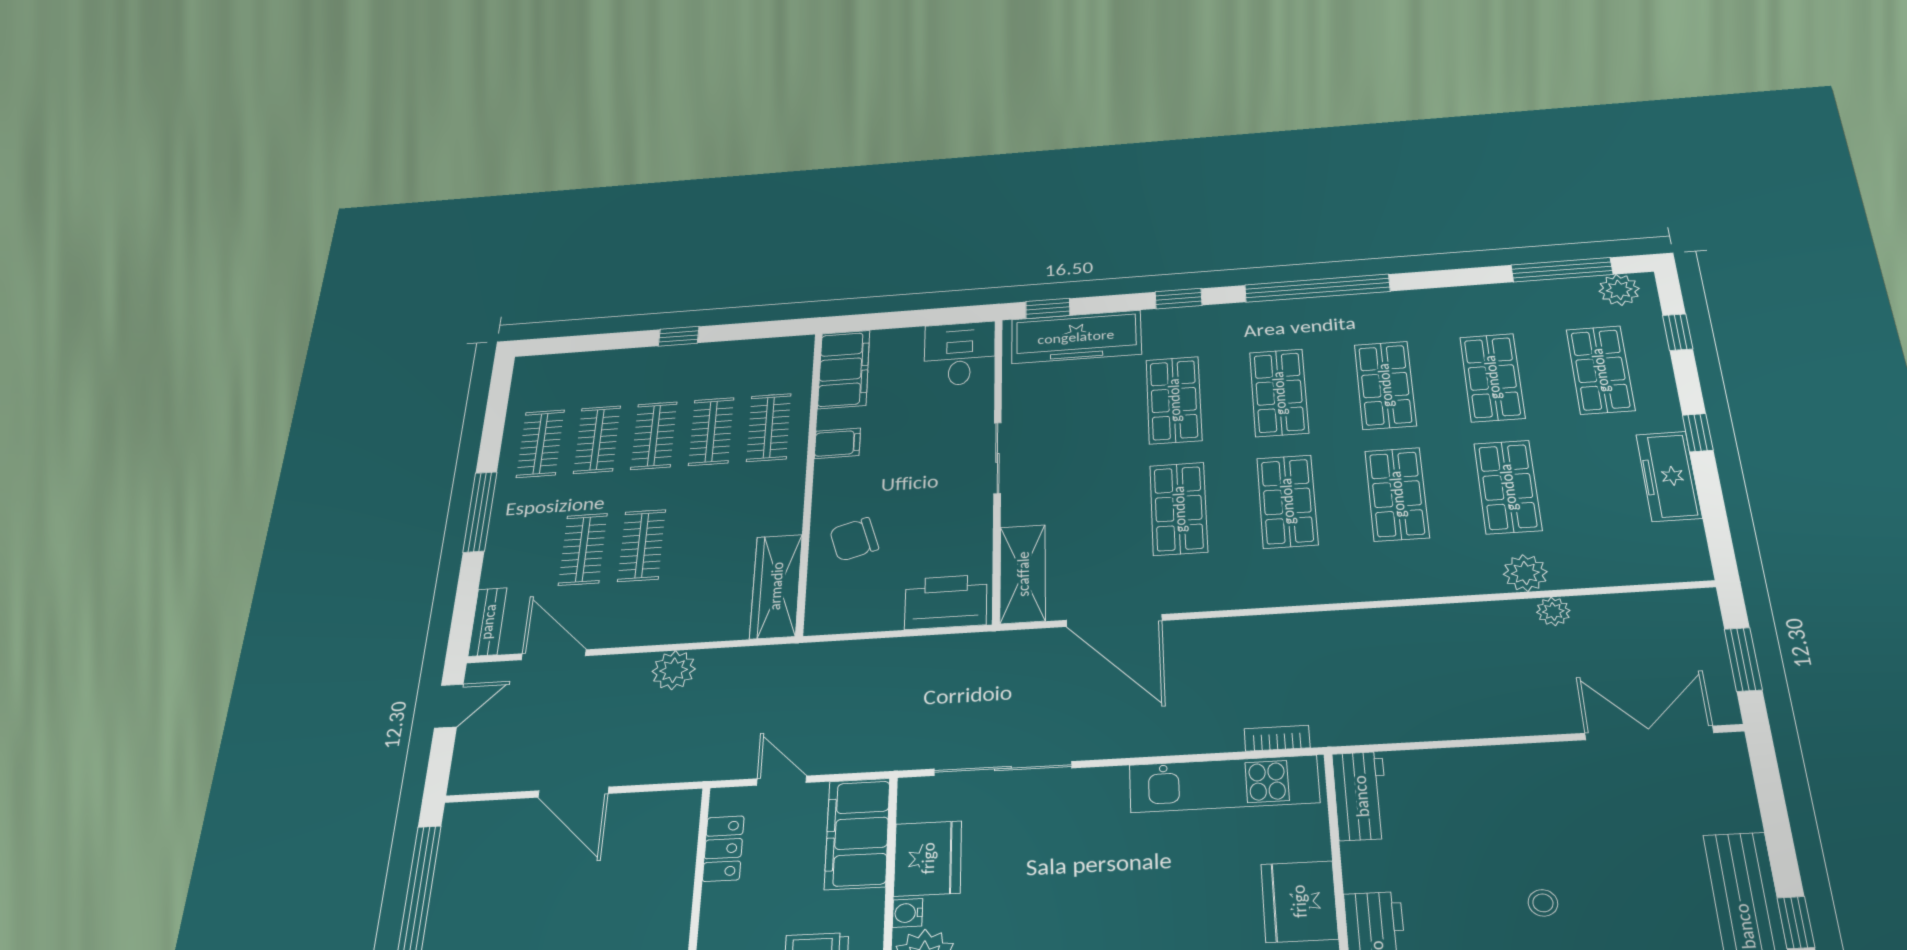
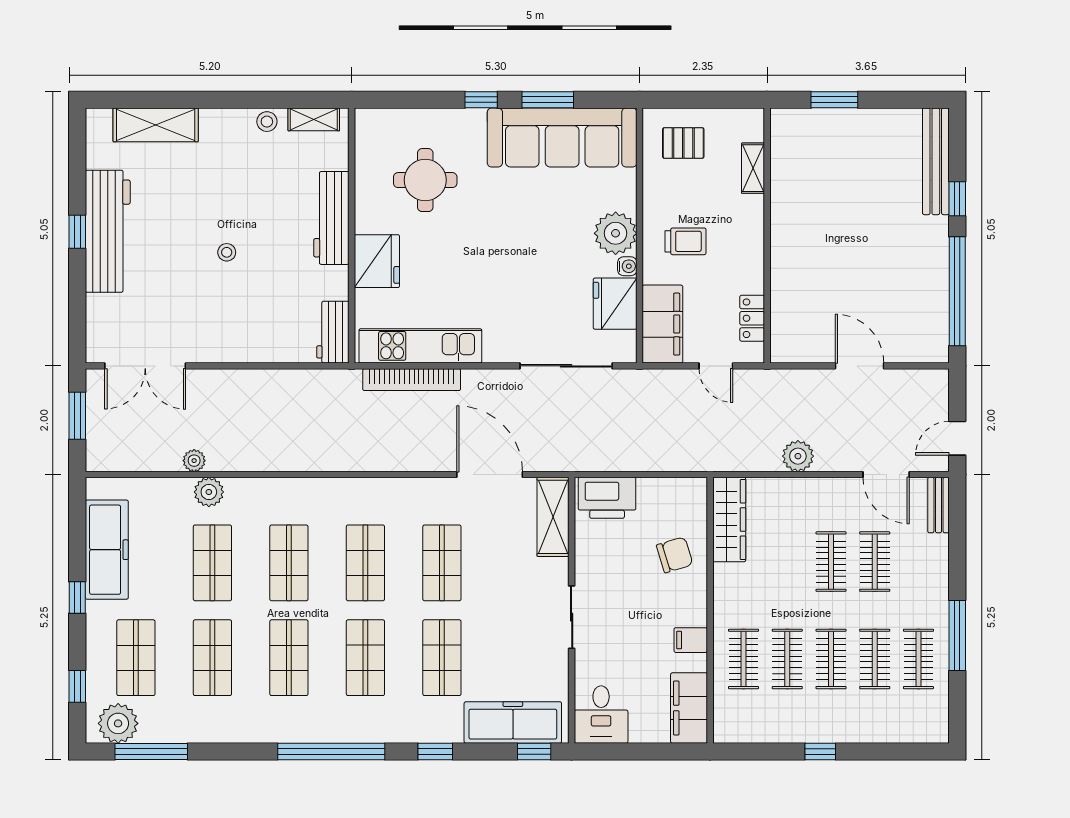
plant: (1619, 290) -> (118, 723), width x1.36, depth x1.36
freezer: (1669, 476) -> (107, 550), width x1.36, depth x1.26
window: (480, 512) -> (957, 635), moved
bookcase: (1277, 738) -> (412, 380), width x2.31, depth x1.31

